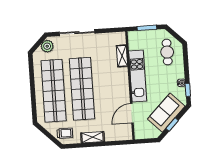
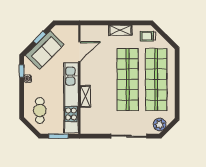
shelving: (122, 56) -> (85, 96), moved
kitchen unit: (138, 76) -> (71, 98), width x1.36

